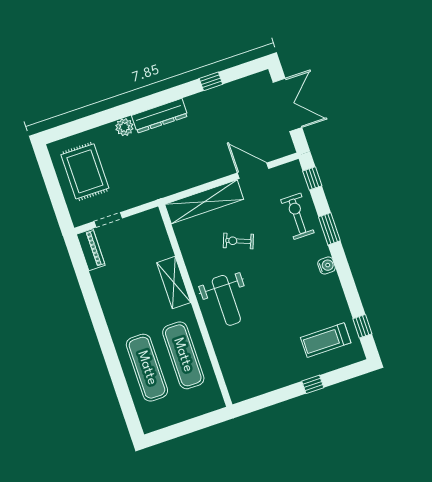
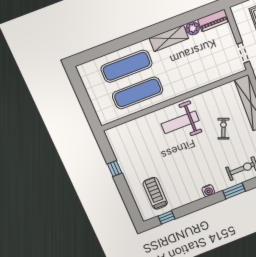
doorway: (108, 220) -> (243, 53), moved
plant: (100, 278) -> (193, 28), added
shelving: (174, 283) -> (169, 38), moved
window: (313, 384) -> (115, 168), moved

